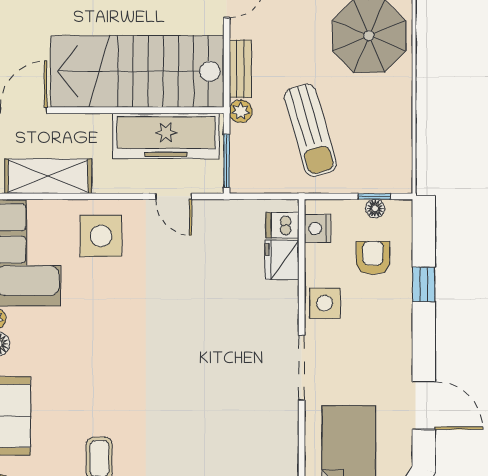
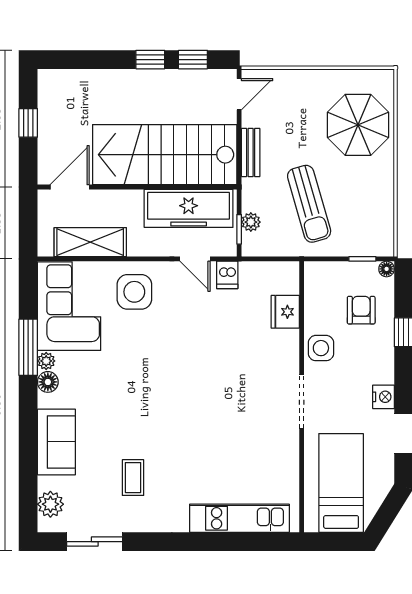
plant: (241, 111) -> (251, 222), moved
window: (227, 161) -> (239, 229), width x0.67
floor lamp: (375, 208) -> (387, 269), moved
dishwasher: (282, 225) -> (227, 275), moved, turned -90
nightstand: (317, 228) -> (383, 397), moved, turned 180

